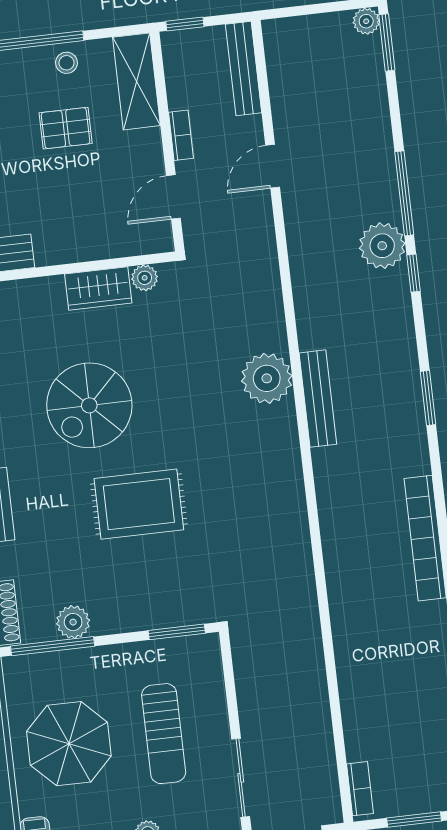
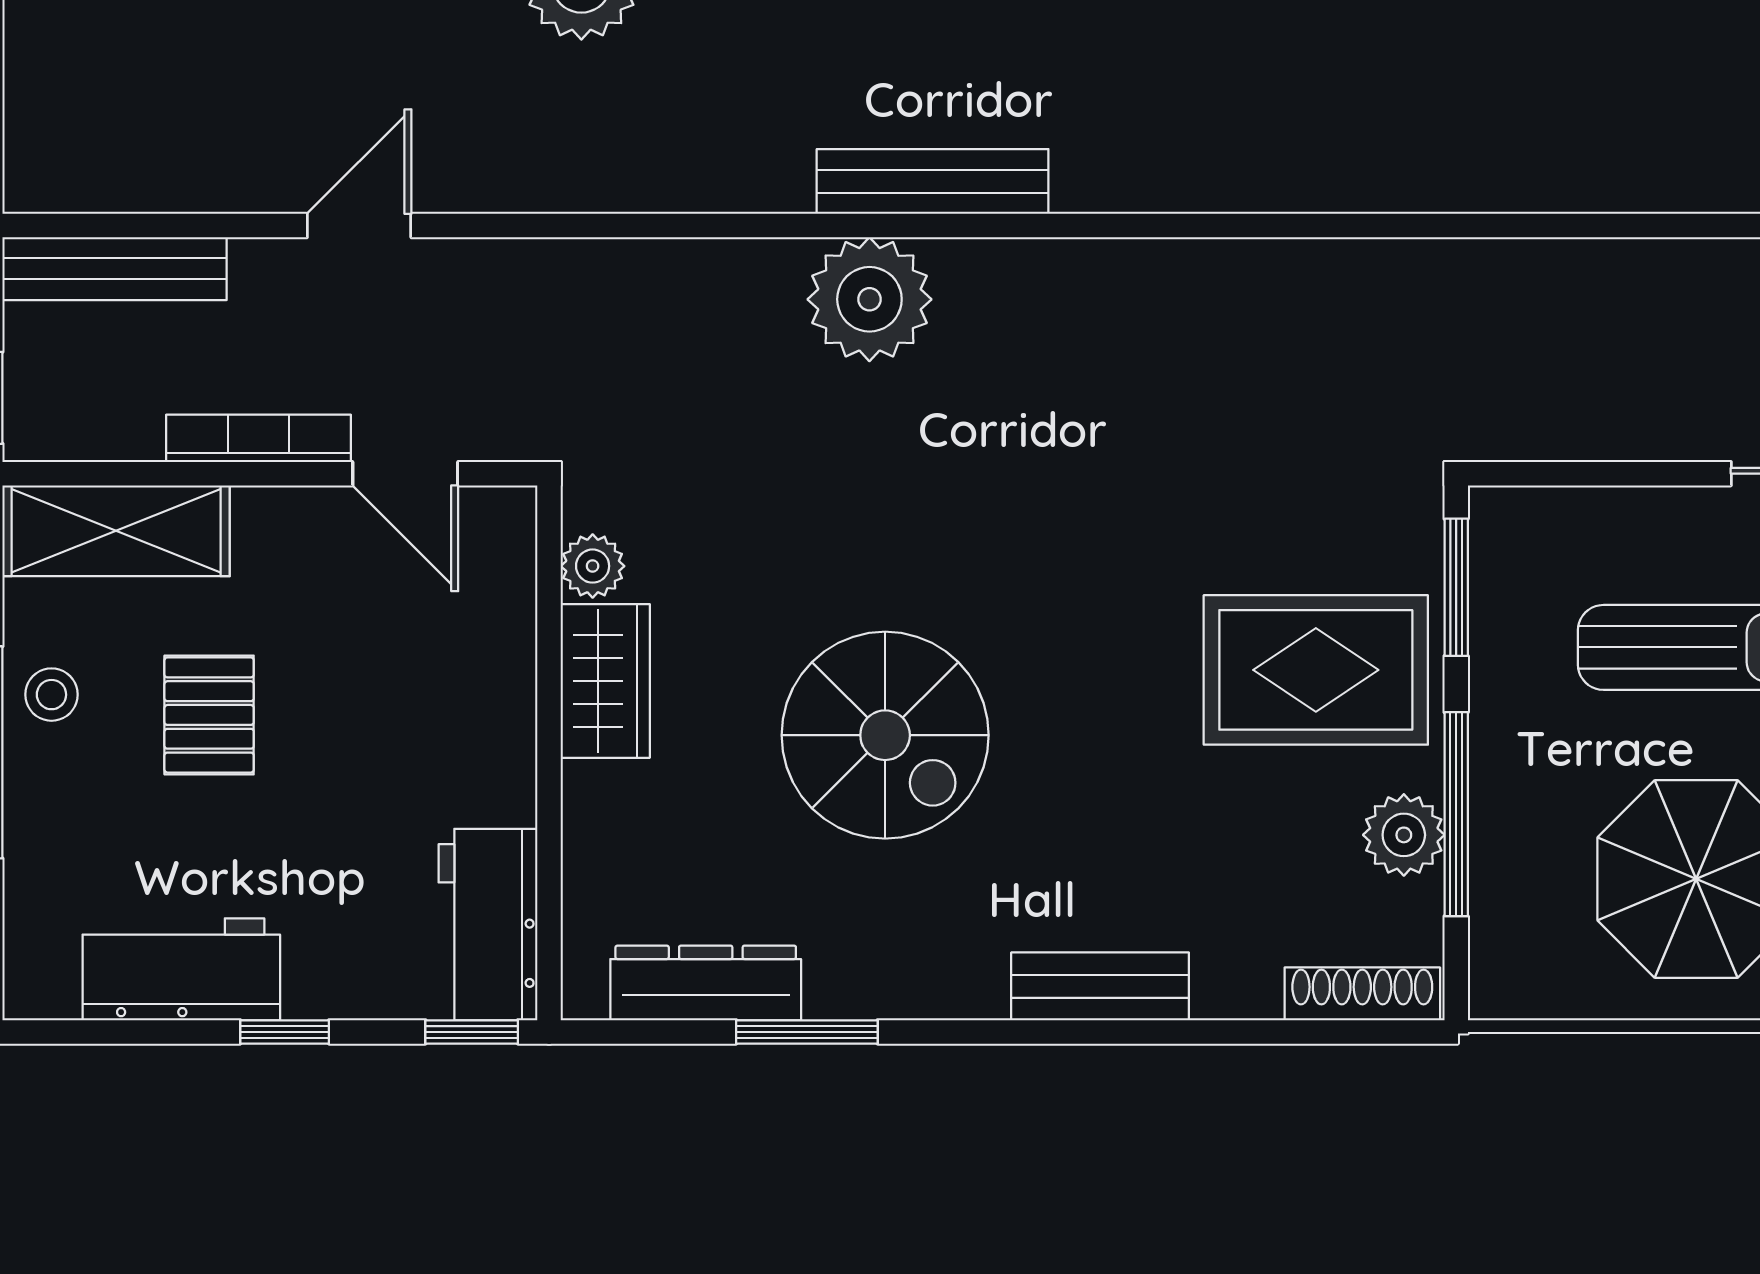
bookcase: (181, 135) -> (259, 438), width x1.56
door: (273, 166) -> (359, 226), swing flipped
rug: (139, 504) -> (1316, 670), moved, turned 90
window: (53, 646) -> (1456, 814), moved

